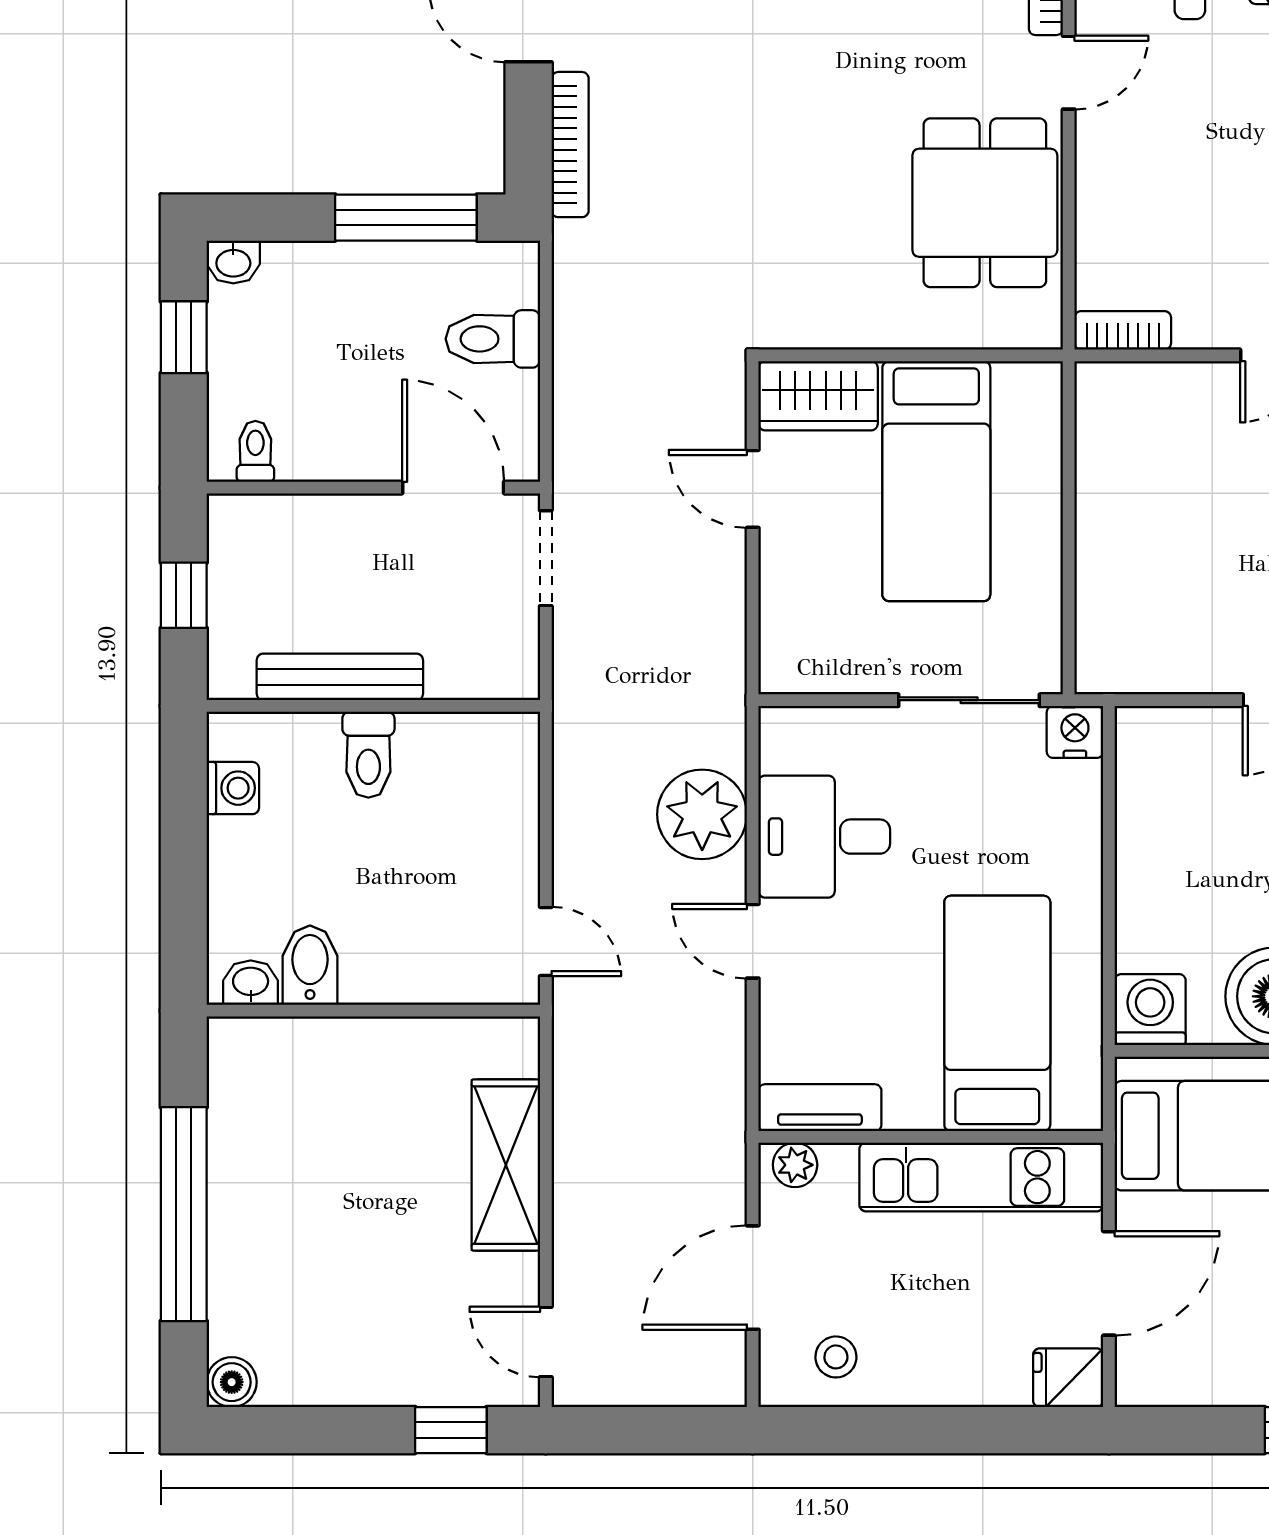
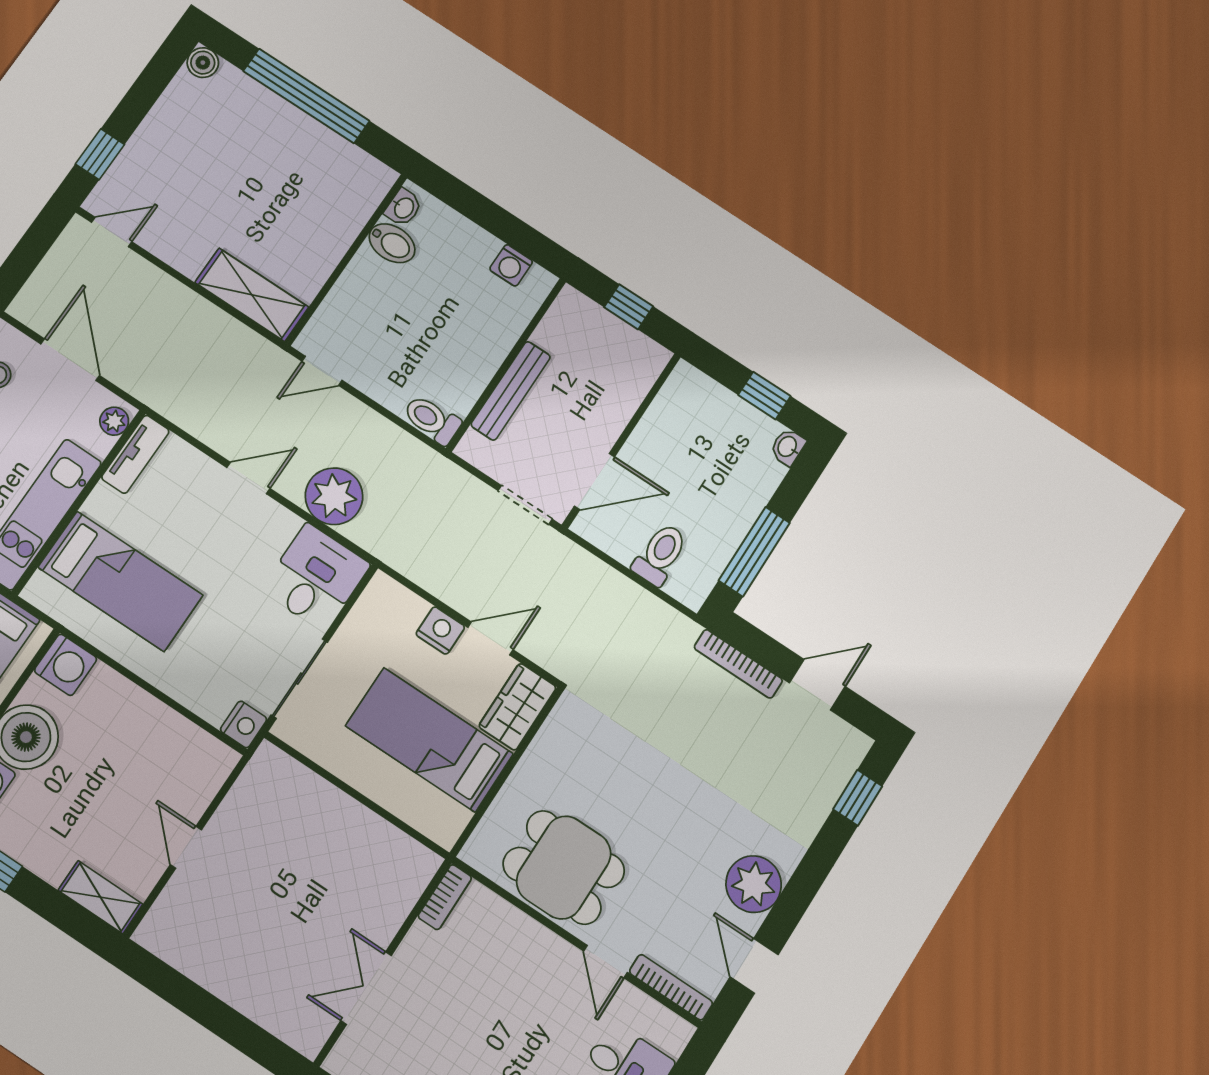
toilet: (255, 451) -> (680, 393), removed
nightstand: (786, 560) -> (440, 630), added
bench: (340, 677) -> (511, 391), moved
toilet: (368, 755) -> (432, 420), moved
desk: (824, 837) -> (316, 577), moved
shelving: (506, 1165) -> (252, 295), moved

